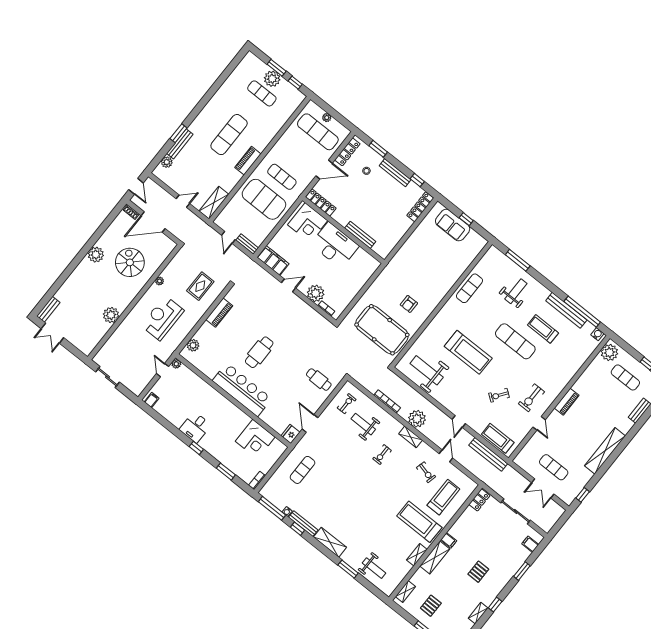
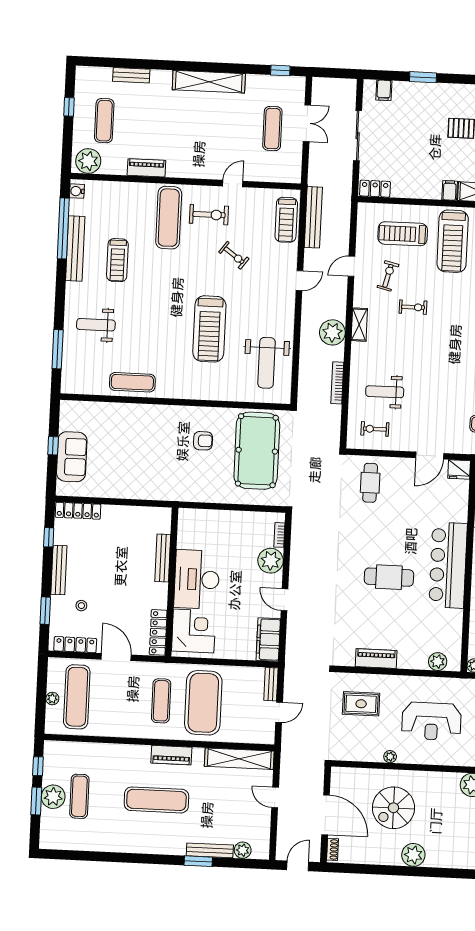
shelving: (214, 203) -> (239, 759), width x1.47
exercise mat: (515, 341) -> (169, 218), moved
treadmill: (468, 352) -> (209, 329), turned 180
piano: (567, 402) -> (146, 168), moved
weight bench: (363, 424) -> (385, 392), turned 90
exercise bike: (382, 455) -> (413, 307), moved

